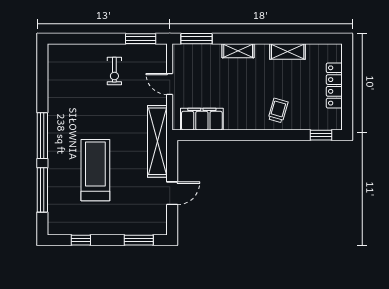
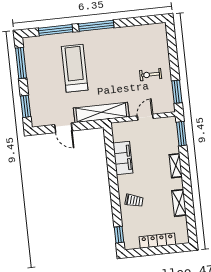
filing cabinet: (202, 119) -> (123, 158), moved
treadmill: (95, 170) -> (75, 68), turned -90
window: (81, 240) -> (21, 63), width x2.17

